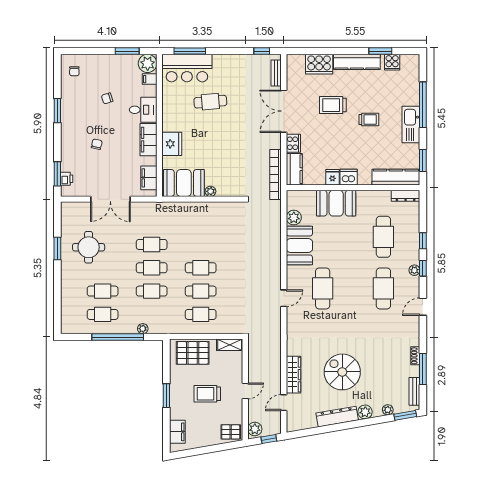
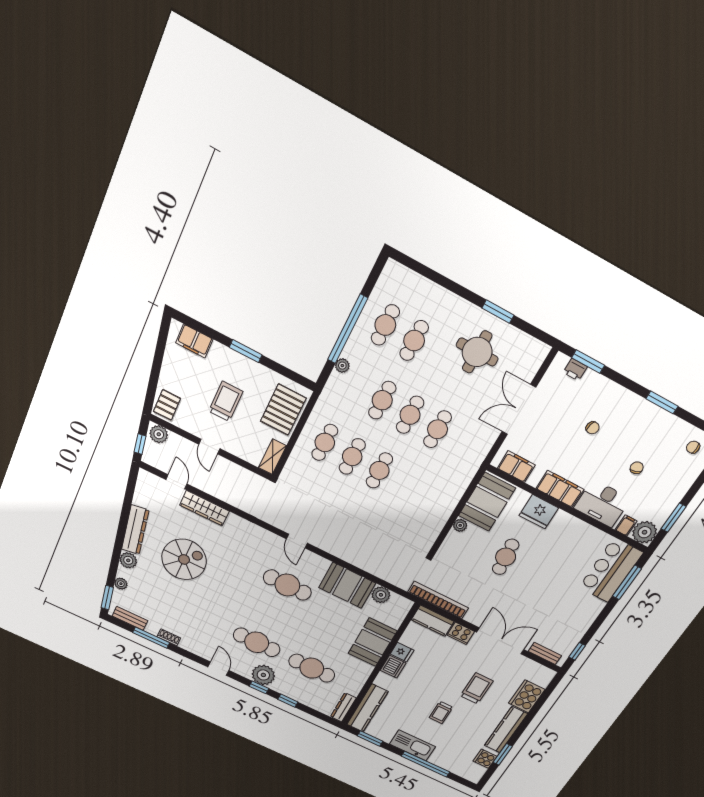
cafe table: (210, 102) -> (506, 557), moved
desk: (143, 110) -> (602, 503), width x1.37
plant: (414, 270) -> (263, 675), width x1.88, depth x1.88

